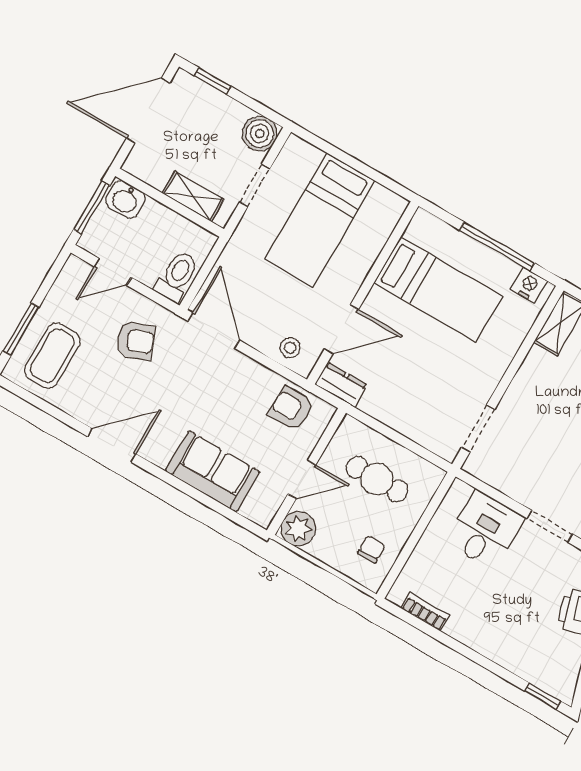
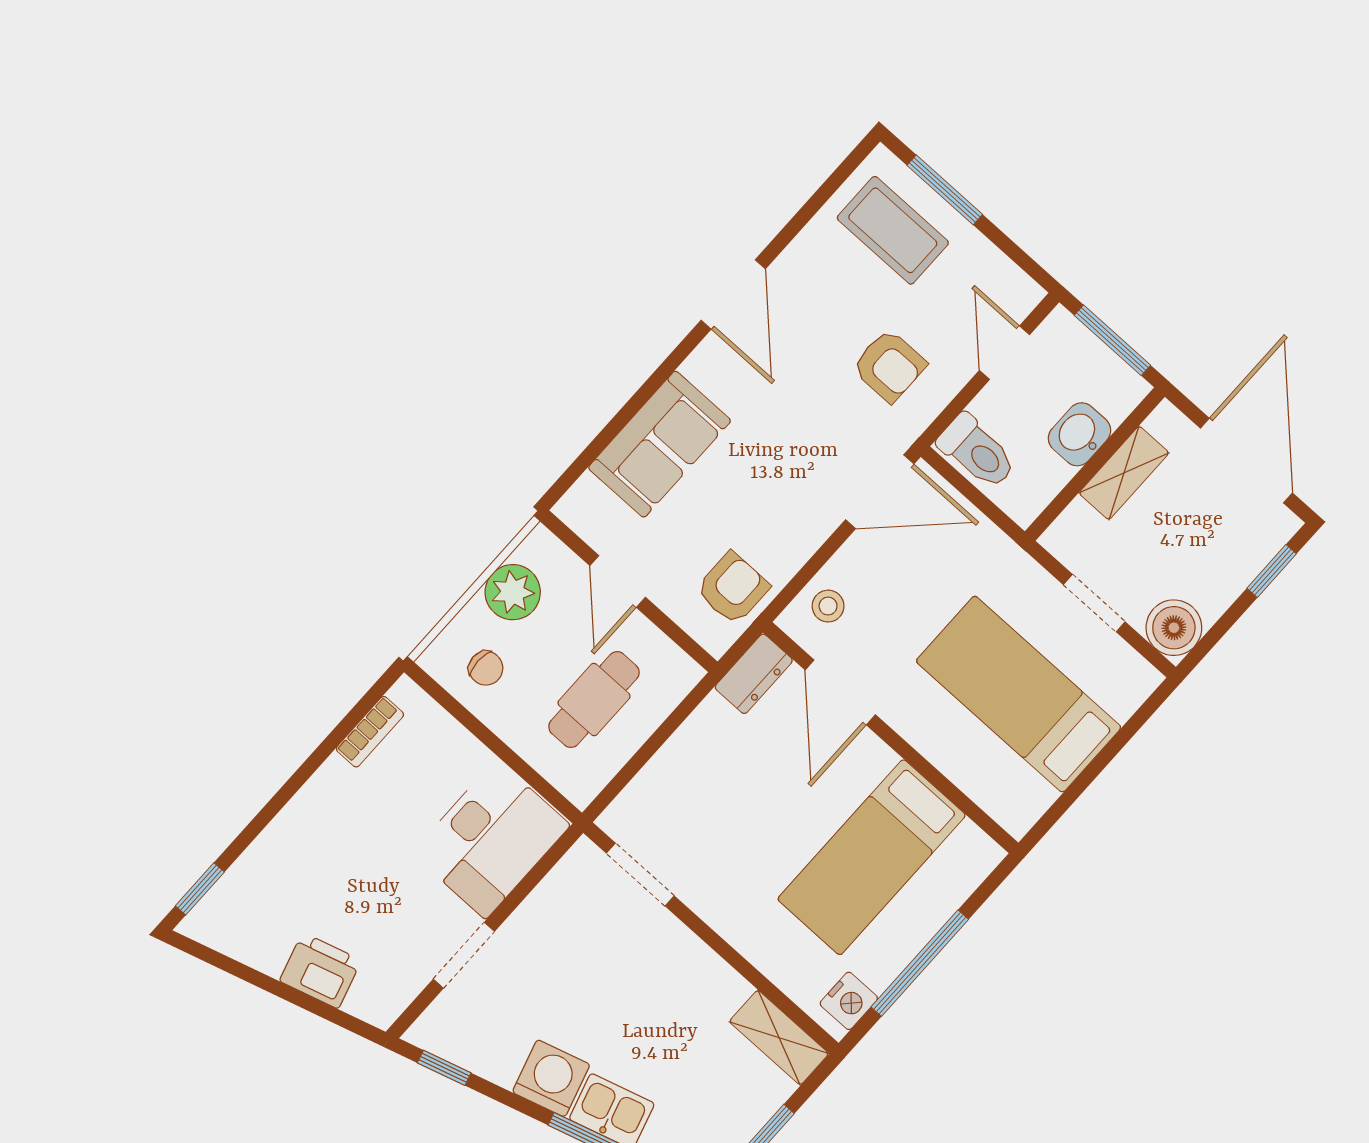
shelving: (193, 196) -> (1124, 473), moved
washbasin: (125, 200) -> (1079, 434), moved
armchair: (135, 341) -> (889, 366), turned -69
plant: (298, 529) -> (513, 592), moved
desk: (485, 530) -> (491, 839), width x1.37

